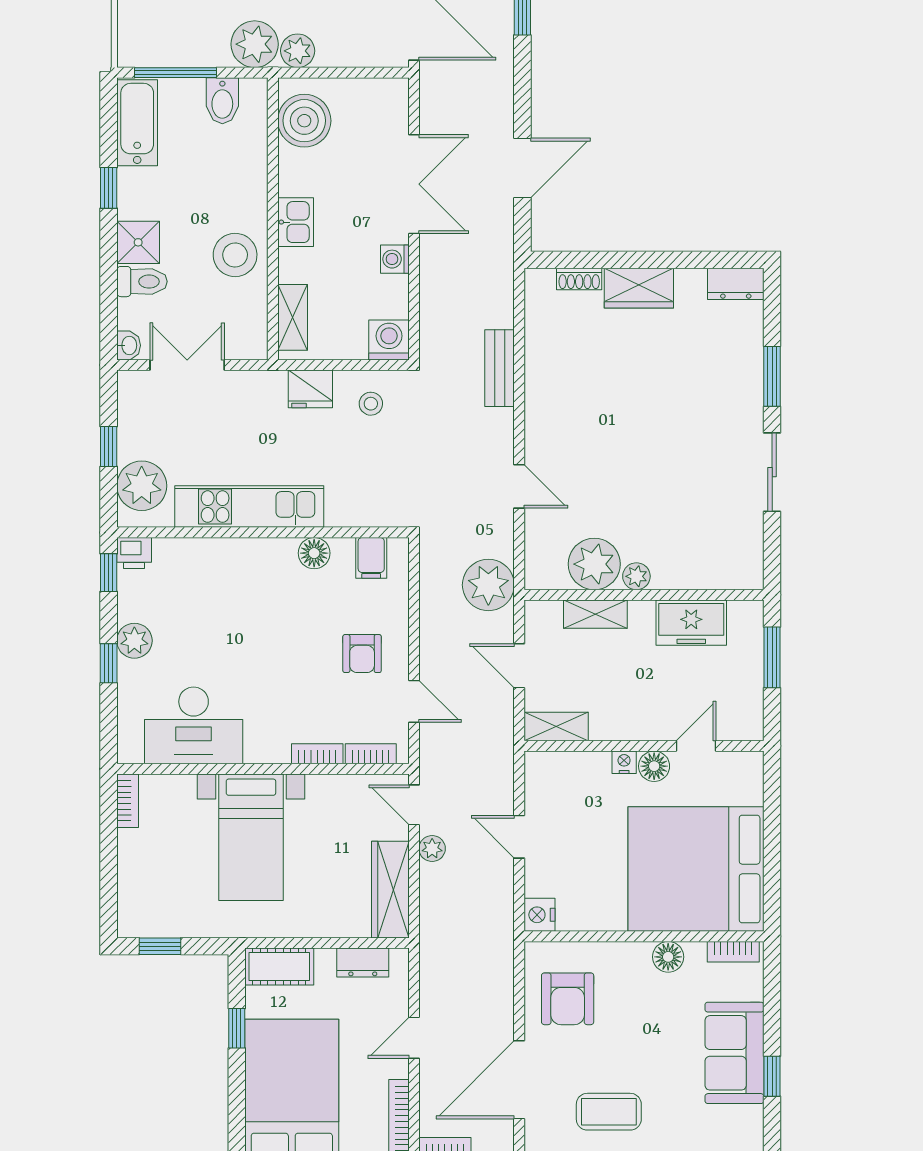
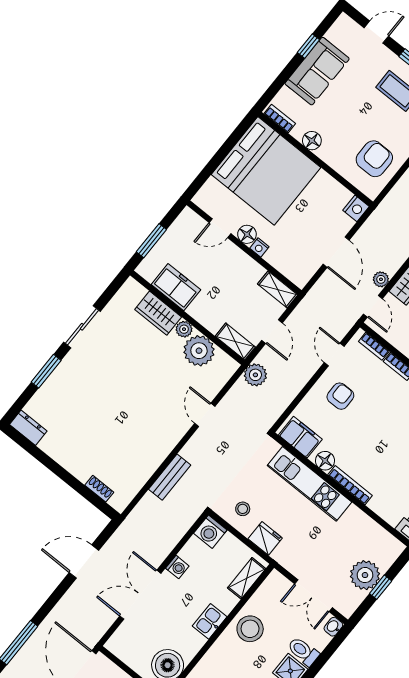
wardrobe: (639, 288) -> (158, 313), moved, turned 180
plant: (142, 486) -> (365, 575), moved
kitchen unit: (249, 507) -> (309, 484), moved
bookcase: (256, 548) -> (350, 485), added
filing cabinet: (371, 558) -> (300, 437), width x2.00
plant: (488, 585) -> (255, 375), width x0.73, depth x0.73
shelving: (595, 614) -> (235, 342), moved
door: (519, 837) -> (336, 252), width x1.38

